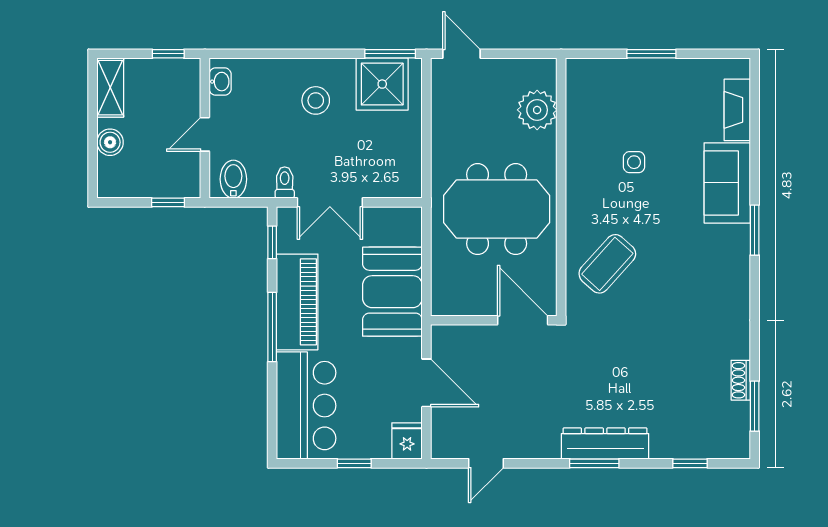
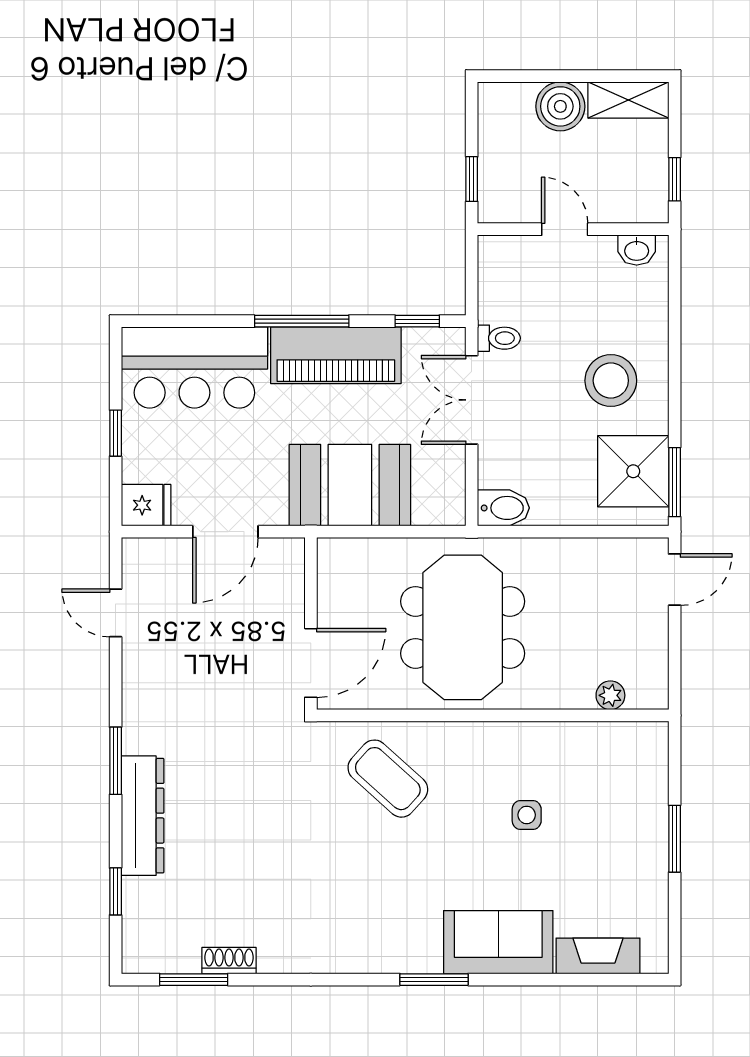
stool: (316, 100) -> (611, 381), width x1.38, depth x1.38
plant: (537, 110) -> (610, 695), width x0.53, depth x0.53
boiler: (110, 142) -> (560, 106), width x1.36, depth x1.36
bidet: (233, 179) -> (503, 508), moved
dresser: (605, 444) -> (143, 816), moved

